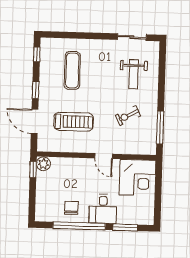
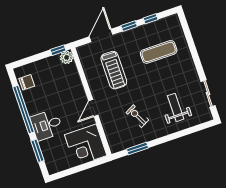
window: (37, 54) -> (151, 19), moved
weight bench: (134, 74) -> (176, 107), turned 90
window: (160, 127) -> (137, 149), width x0.69
chair: (71, 208) -> (27, 82), moved

